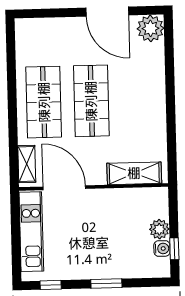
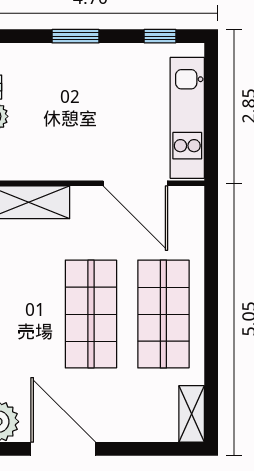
shelving: (27, 164) -> (192, 414), moved

